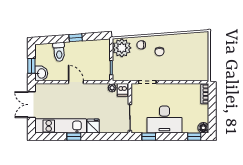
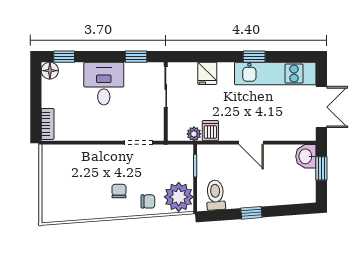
toilet: (59, 52) -> (215, 195), moved
dishwasher: (123, 90) -> (210, 131), moved
desk: (164, 120) -> (104, 84), width x0.73
fridge: (93, 126) -> (207, 73), moved

